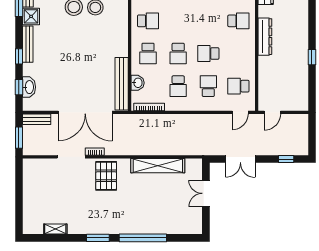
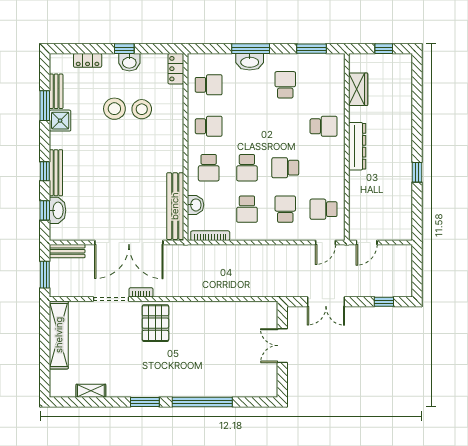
bench: (28, 44) -> (56, 173), moved
shelving: (158, 166) -> (59, 335), moved, turned 90

